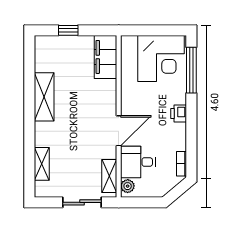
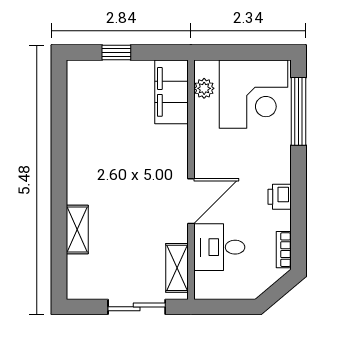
shelving: (44, 97) -> (81, 151), removed
printer: (179, 114) -> (280, 197), moved
shelving: (42, 164) -> (77, 230), moved
plant: (128, 186) -> (204, 88), moved

